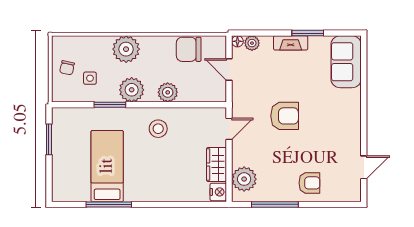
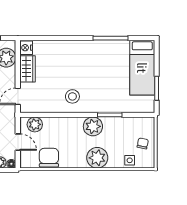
chair: (189, 49) -> (49, 158), turned -90
side table: (90, 78) -> (130, 160), moved
plant: (168, 92) -> (35, 124), moved
bed: (107, 166) -> (142, 68), moved

